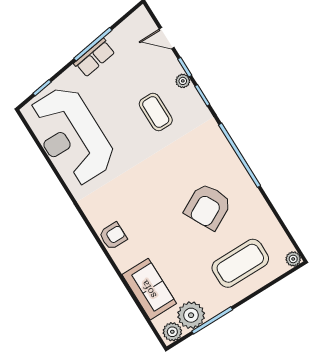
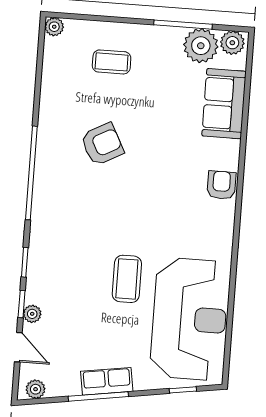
plant: (136, 19) -> (36, 389), added
plant: (183, 81) -> (32, 314), moved
coffee table: (156, 112) -> (127, 279), moved
armchair: (208, 206) -> (102, 144), width x0.73, depth x0.73
armchair: (113, 236) -> (221, 185), turned 90
coffee table: (240, 263) -> (112, 62), width x0.54, depth x0.58

